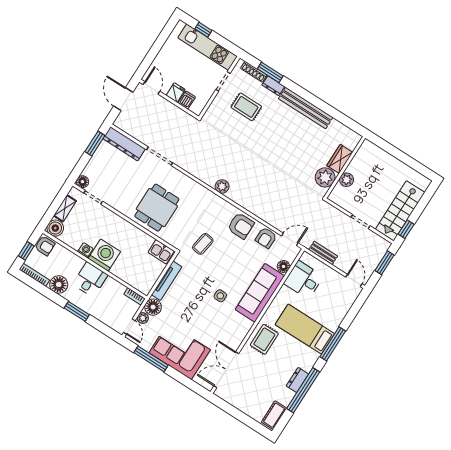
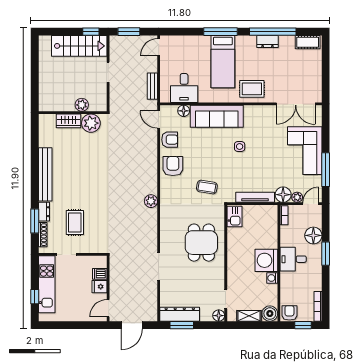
dresser: (124, 144) -> (180, 314), moved, turned -90
dining table: (157, 208) -> (201, 243), turned 90
floor lamp: (59, 285) -> (313, 235), moved

